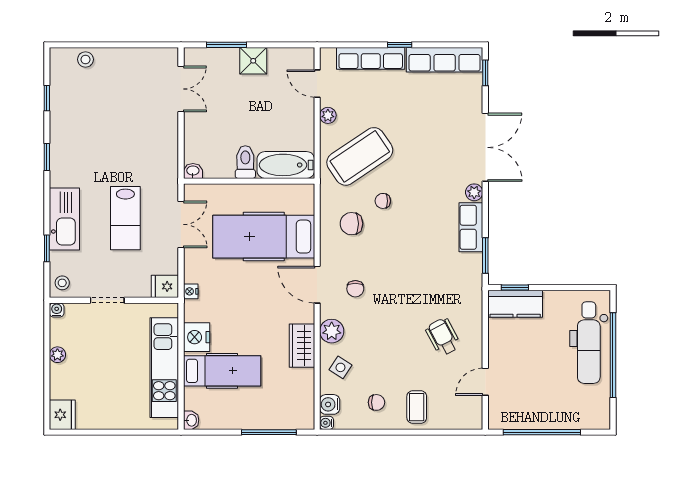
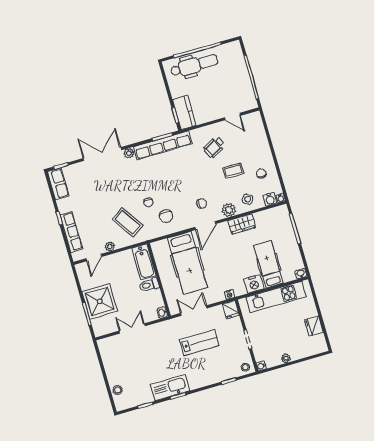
row of seats: (445, 60) -> (58, 184), width x0.68
shower: (253, 61) -> (100, 301), width x1.86, depth x1.86
double door: (181, 89) -> (132, 328), moved
coffee table: (360, 156) -> (127, 222), width x0.73, depth x0.76
kitchen sink: (64, 219) -> (170, 388), moved
row of seats: (471, 227) -> (163, 145), width x2.02
coffee table: (417, 407) -> (233, 171), moved
fridge: (62, 415) -> (314, 326), moved, turned -90

